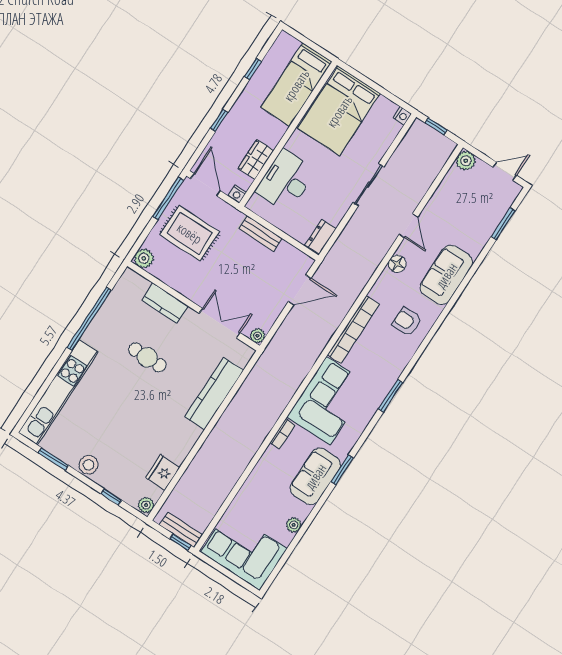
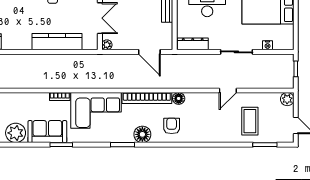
nightstand: (402, 116) -> (268, 45), moved
coffee table: (463, 223) -> (250, 121), added
dresser: (321, 237) -> (193, 44), width x1.44
floor lamp: (397, 264) -> (179, 98), moved
sofa: (446, 275) -> (214, 131), removed
floor lamp: (394, 364) -> (142, 134), added
plant: (294, 525) -> (16, 133), width x1.87, depth x1.87

